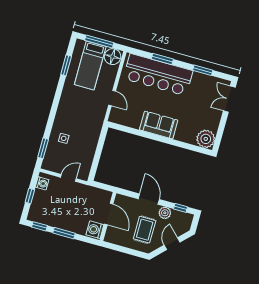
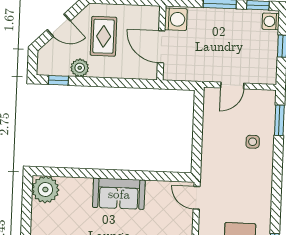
door: (112, 98) -> (197, 198), moved
washing machine: (42, 183) -> (271, 21), moved
door: (149, 199) -> (108, 82), removed
door: (172, 244) -> (59, 25), hinge flipped

